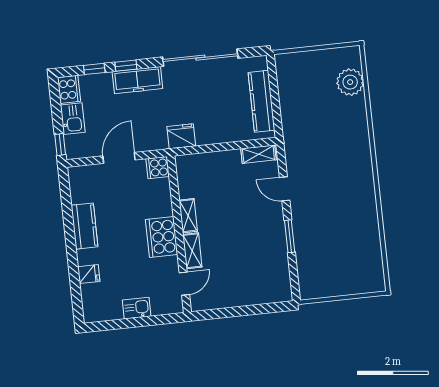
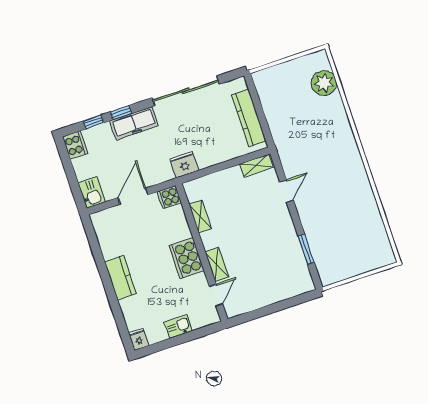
kitchen sink: (73, 119) -> (91, 192), moved
window: (60, 144) -> (78, 196), removed
door: (285, 189) -> (287, 191), swing flipped
shelving: (188, 216) -> (200, 216), moved
kitchen counter: (84, 226) -> (120, 278), moved
window: (290, 236) -> (306, 249), moved
fridge: (89, 274) -> (139, 339), moved, turned -90

